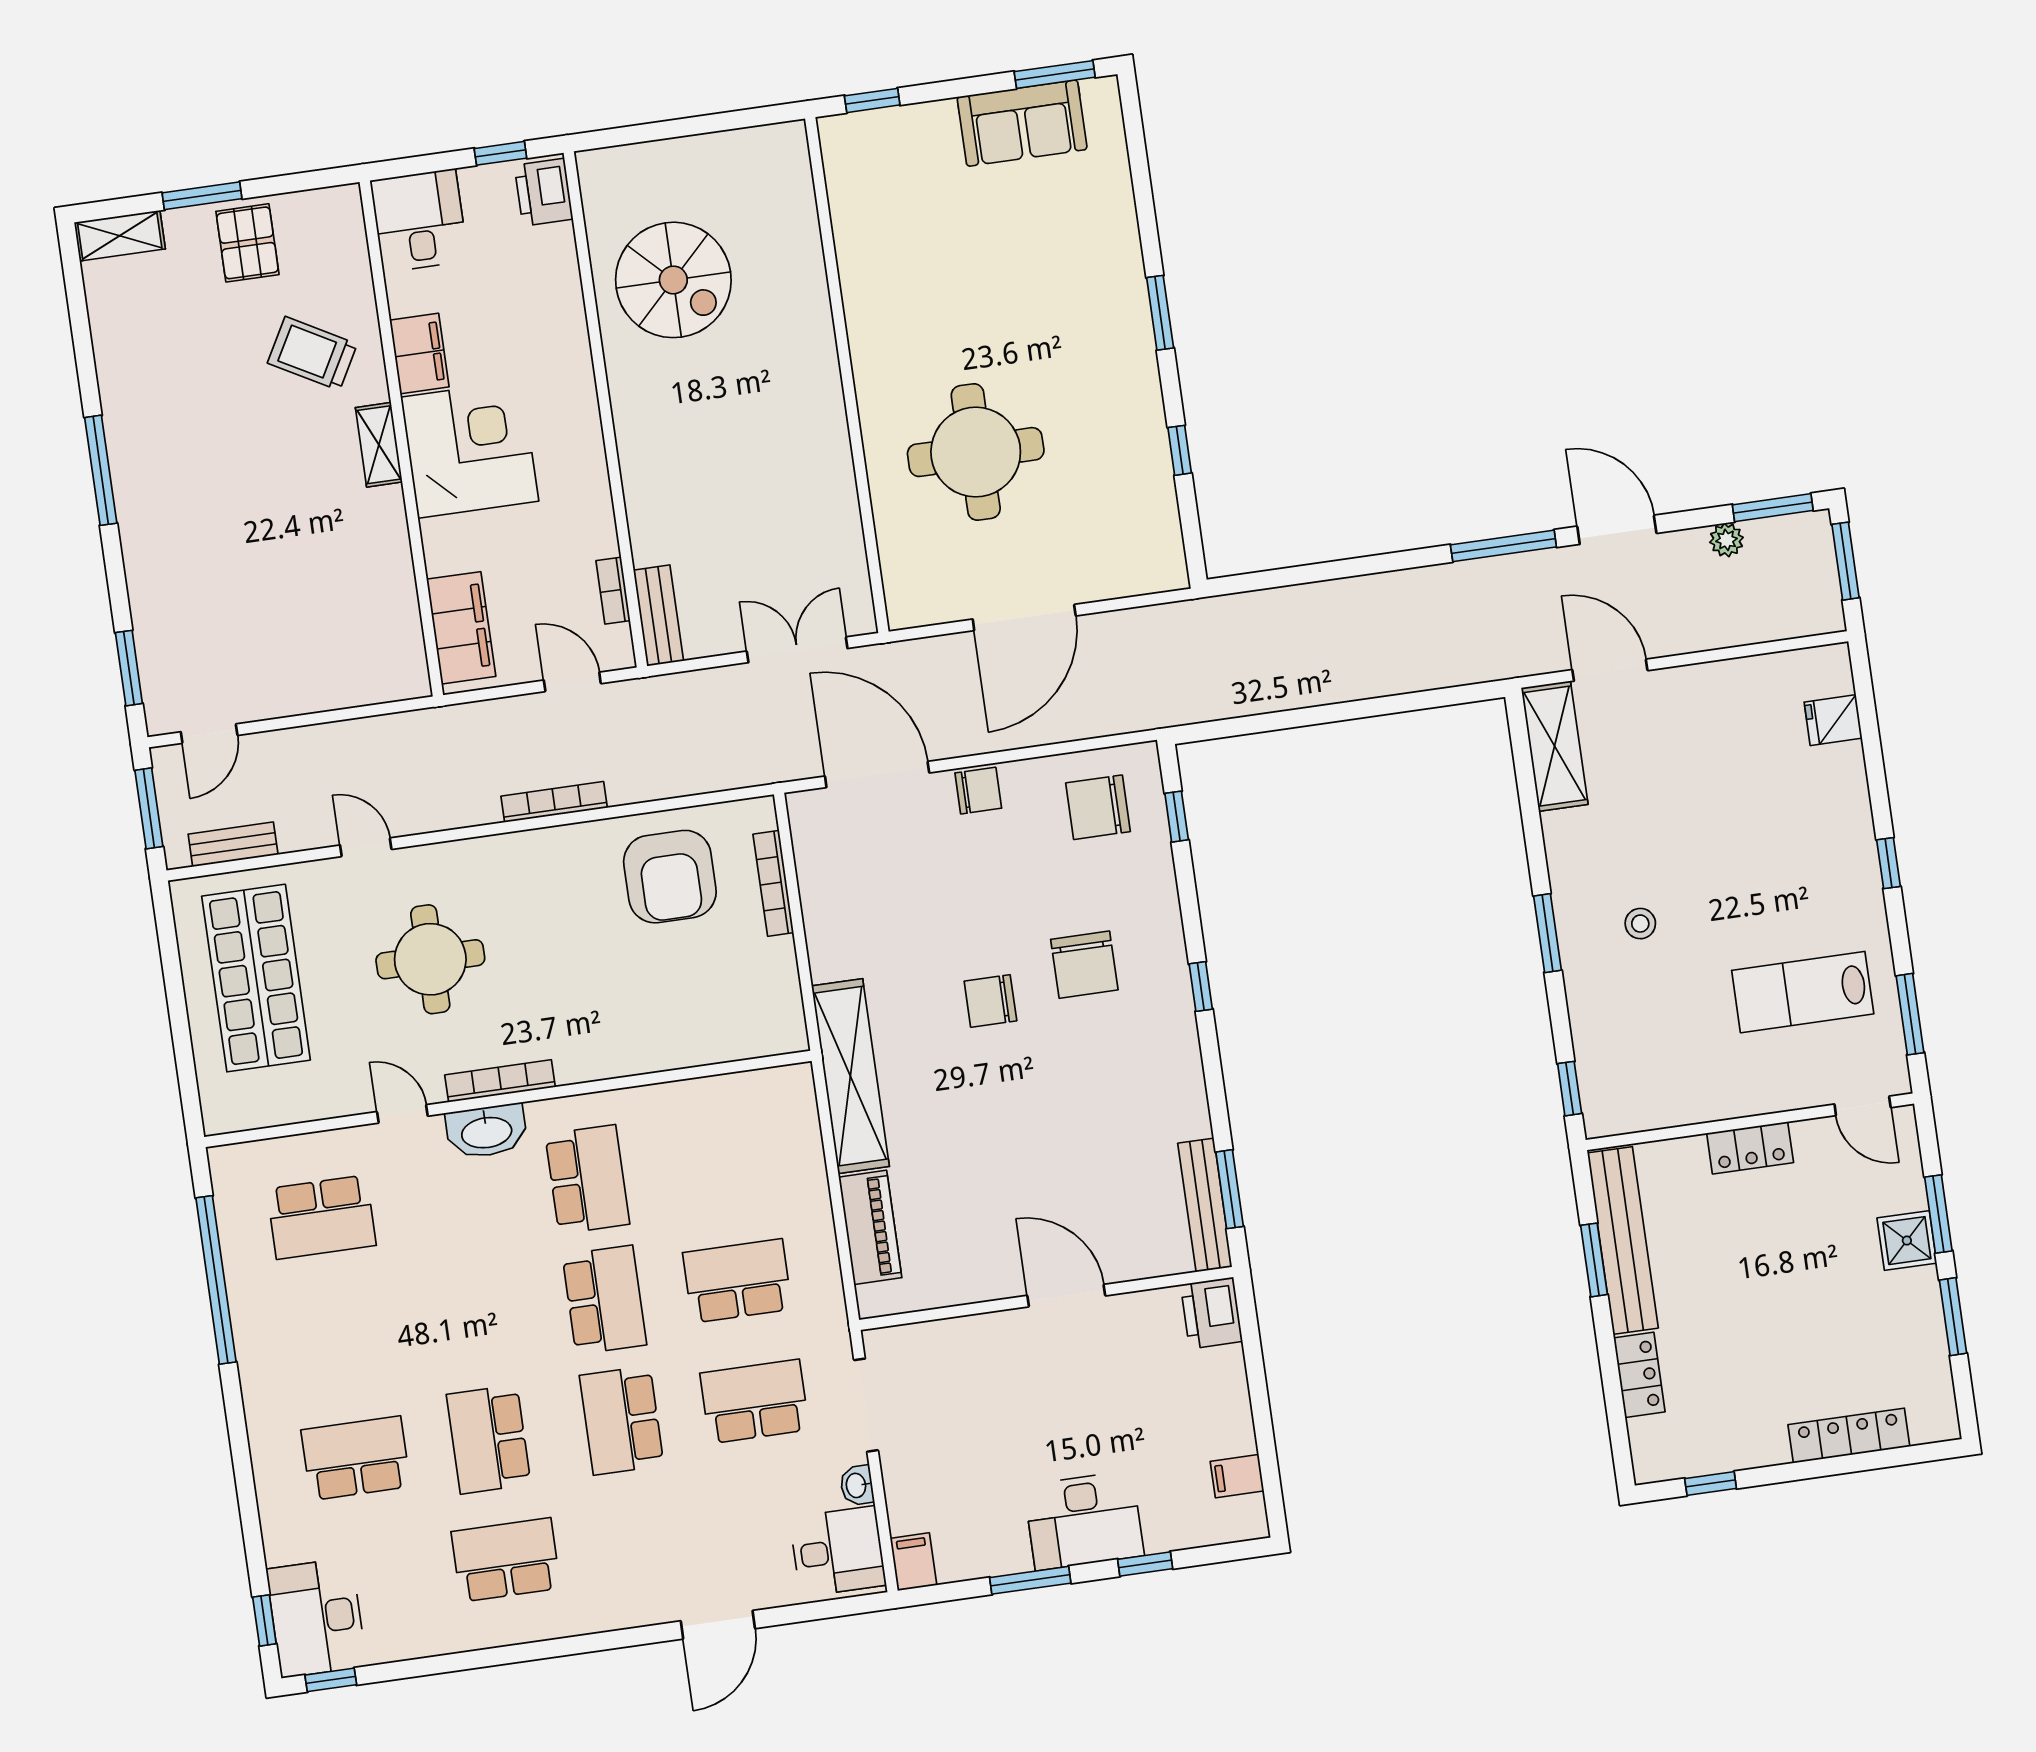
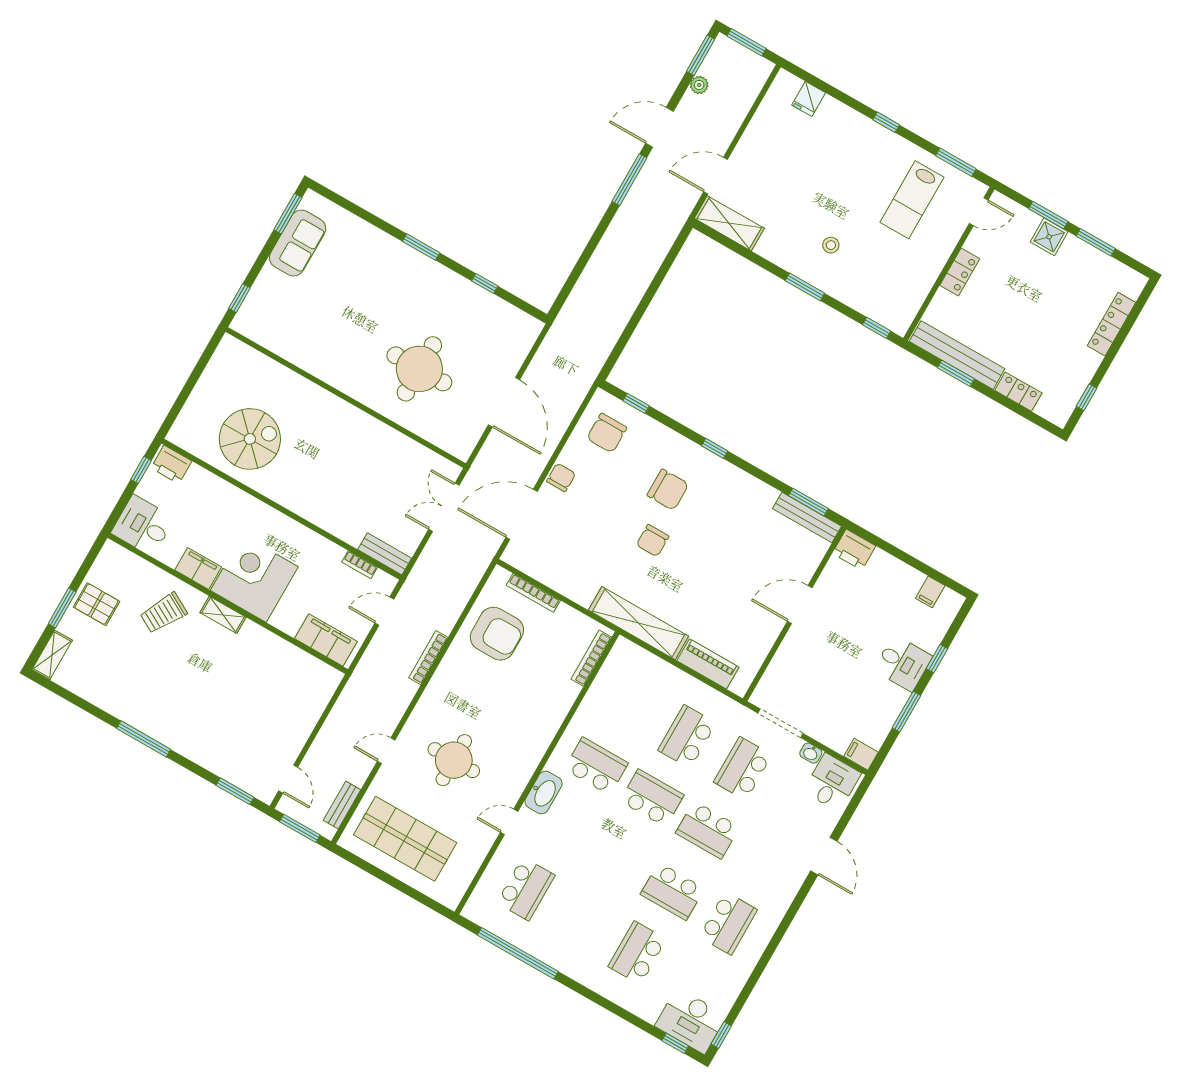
bookcase: (500, 1081) -> (591, 658), moved
desk: (1084, 1520) -> (903, 663), width x0.73
school desk: (506, 1560) -> (728, 923), turned 180

